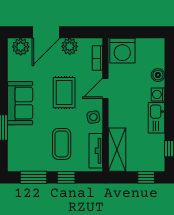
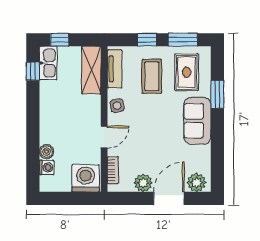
rug: (64, 93) -> (187, 72), moved
washing machine: (158, 94) -> (47, 167), moved
kitchen sink: (156, 118) -> (48, 63), moved

